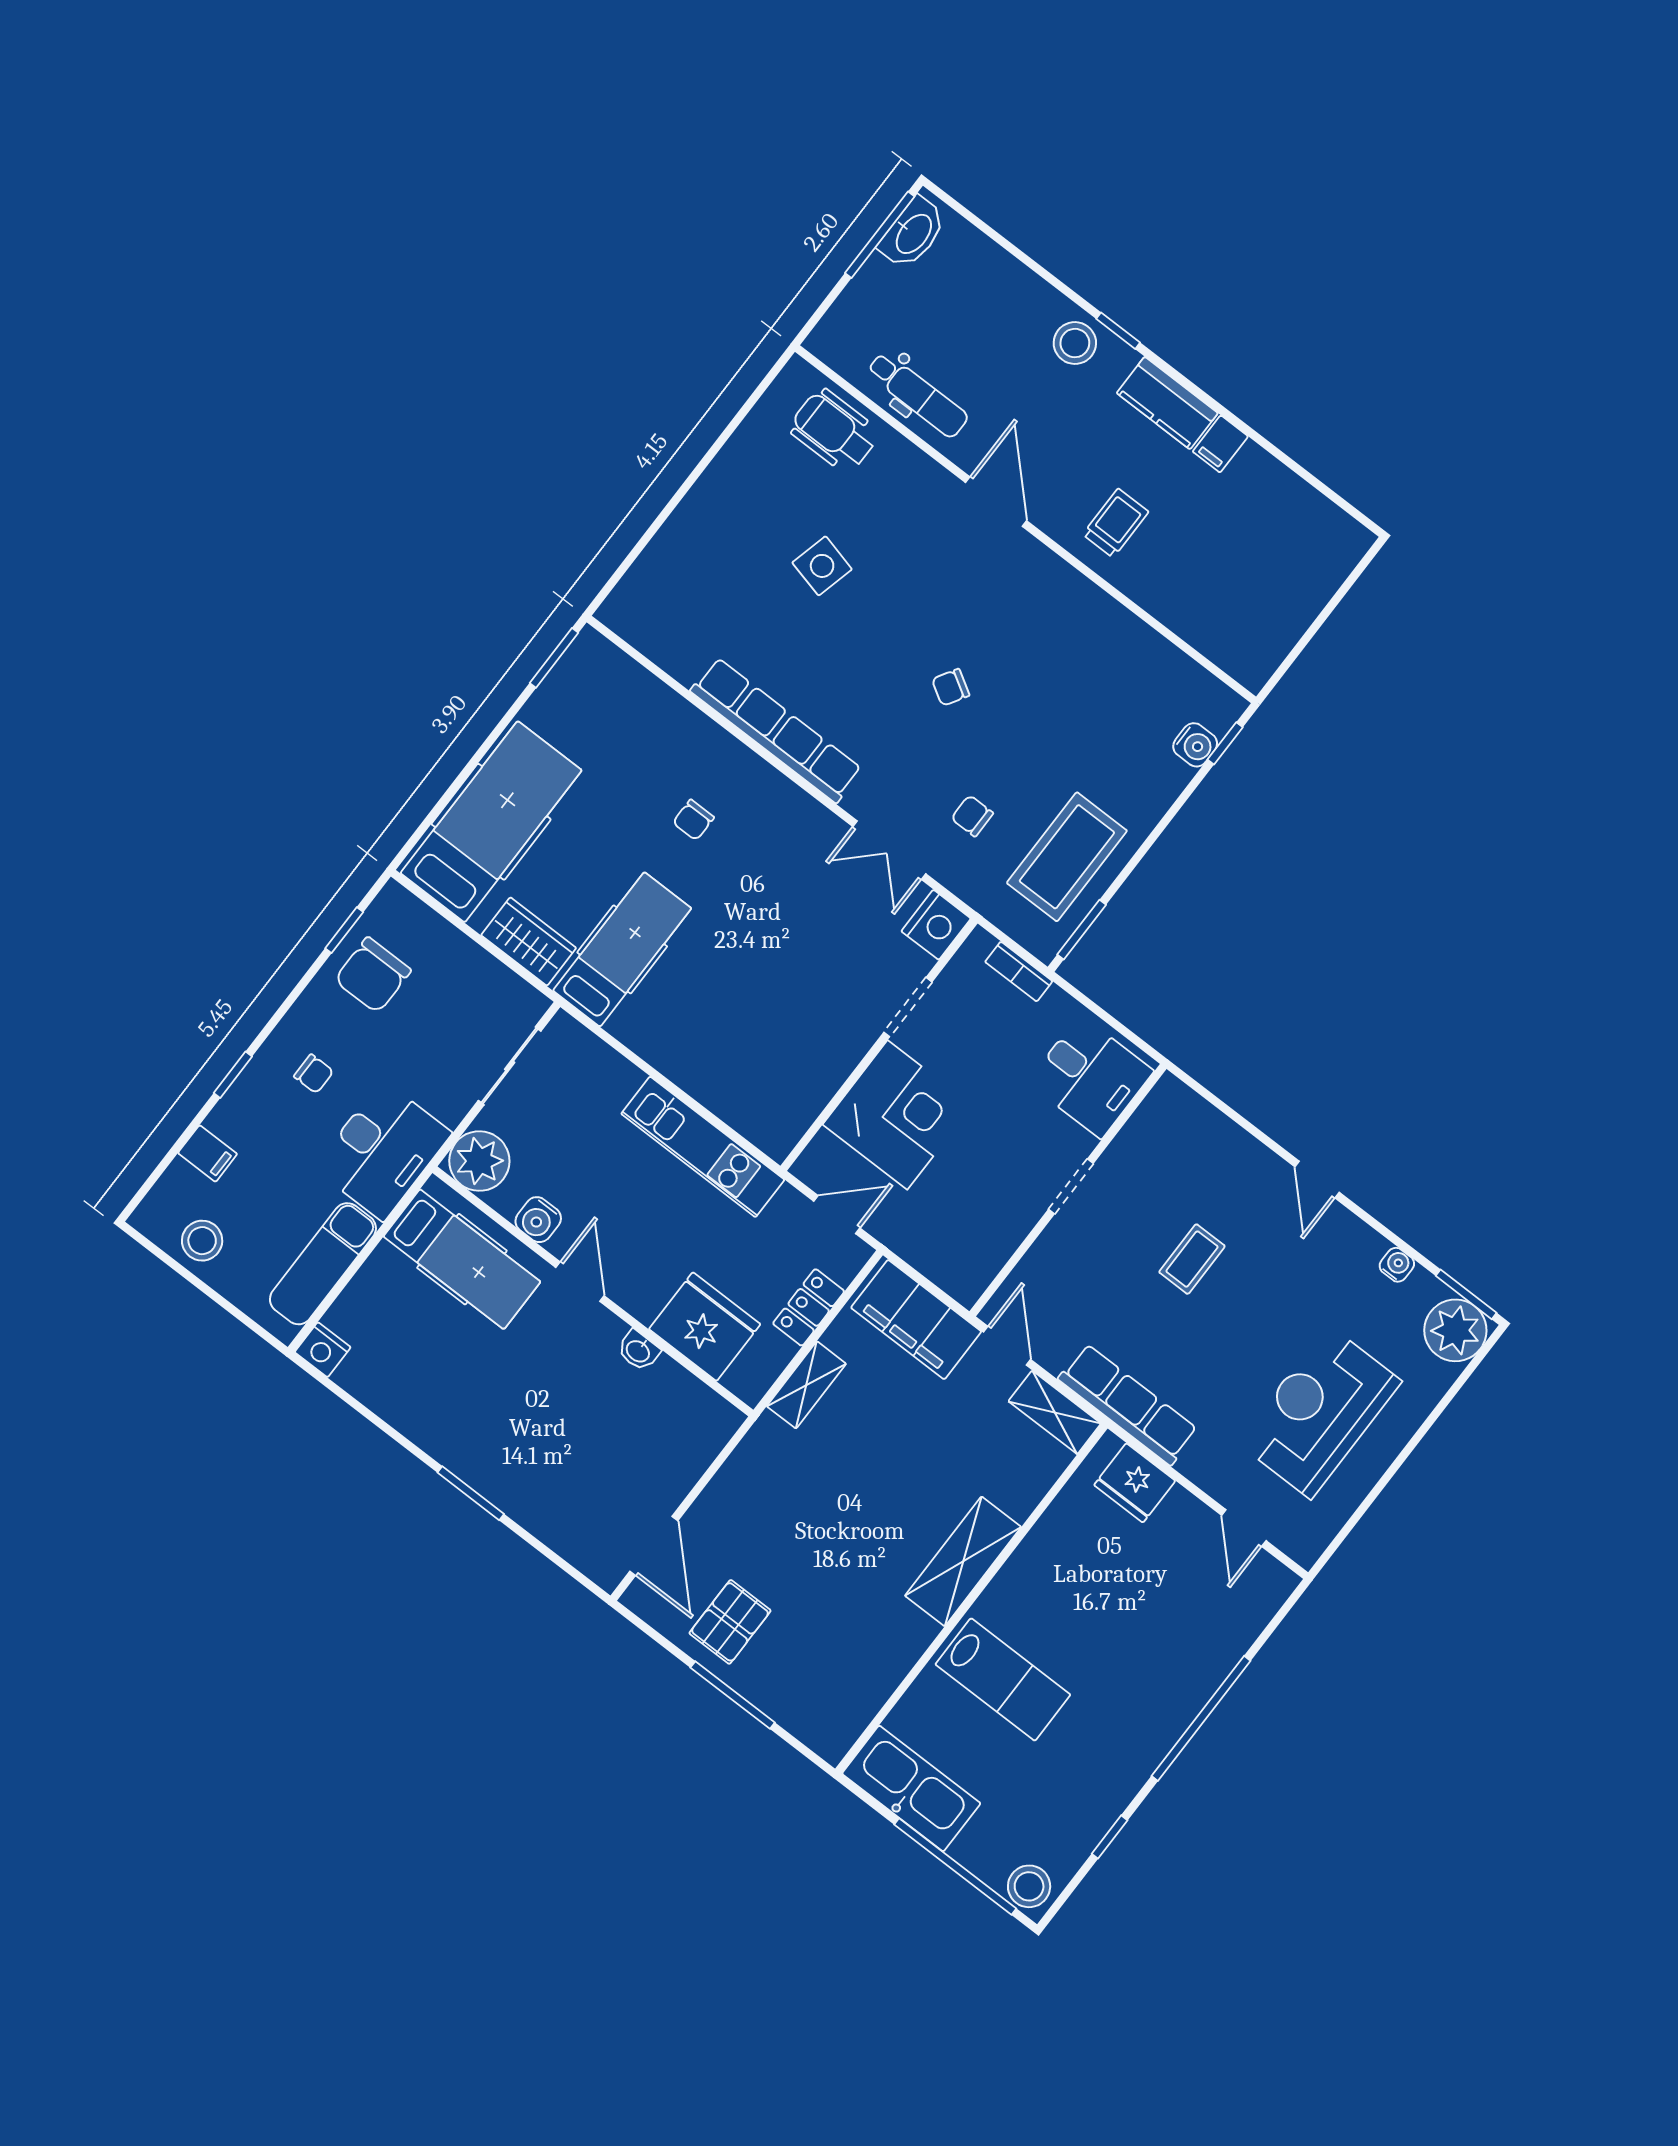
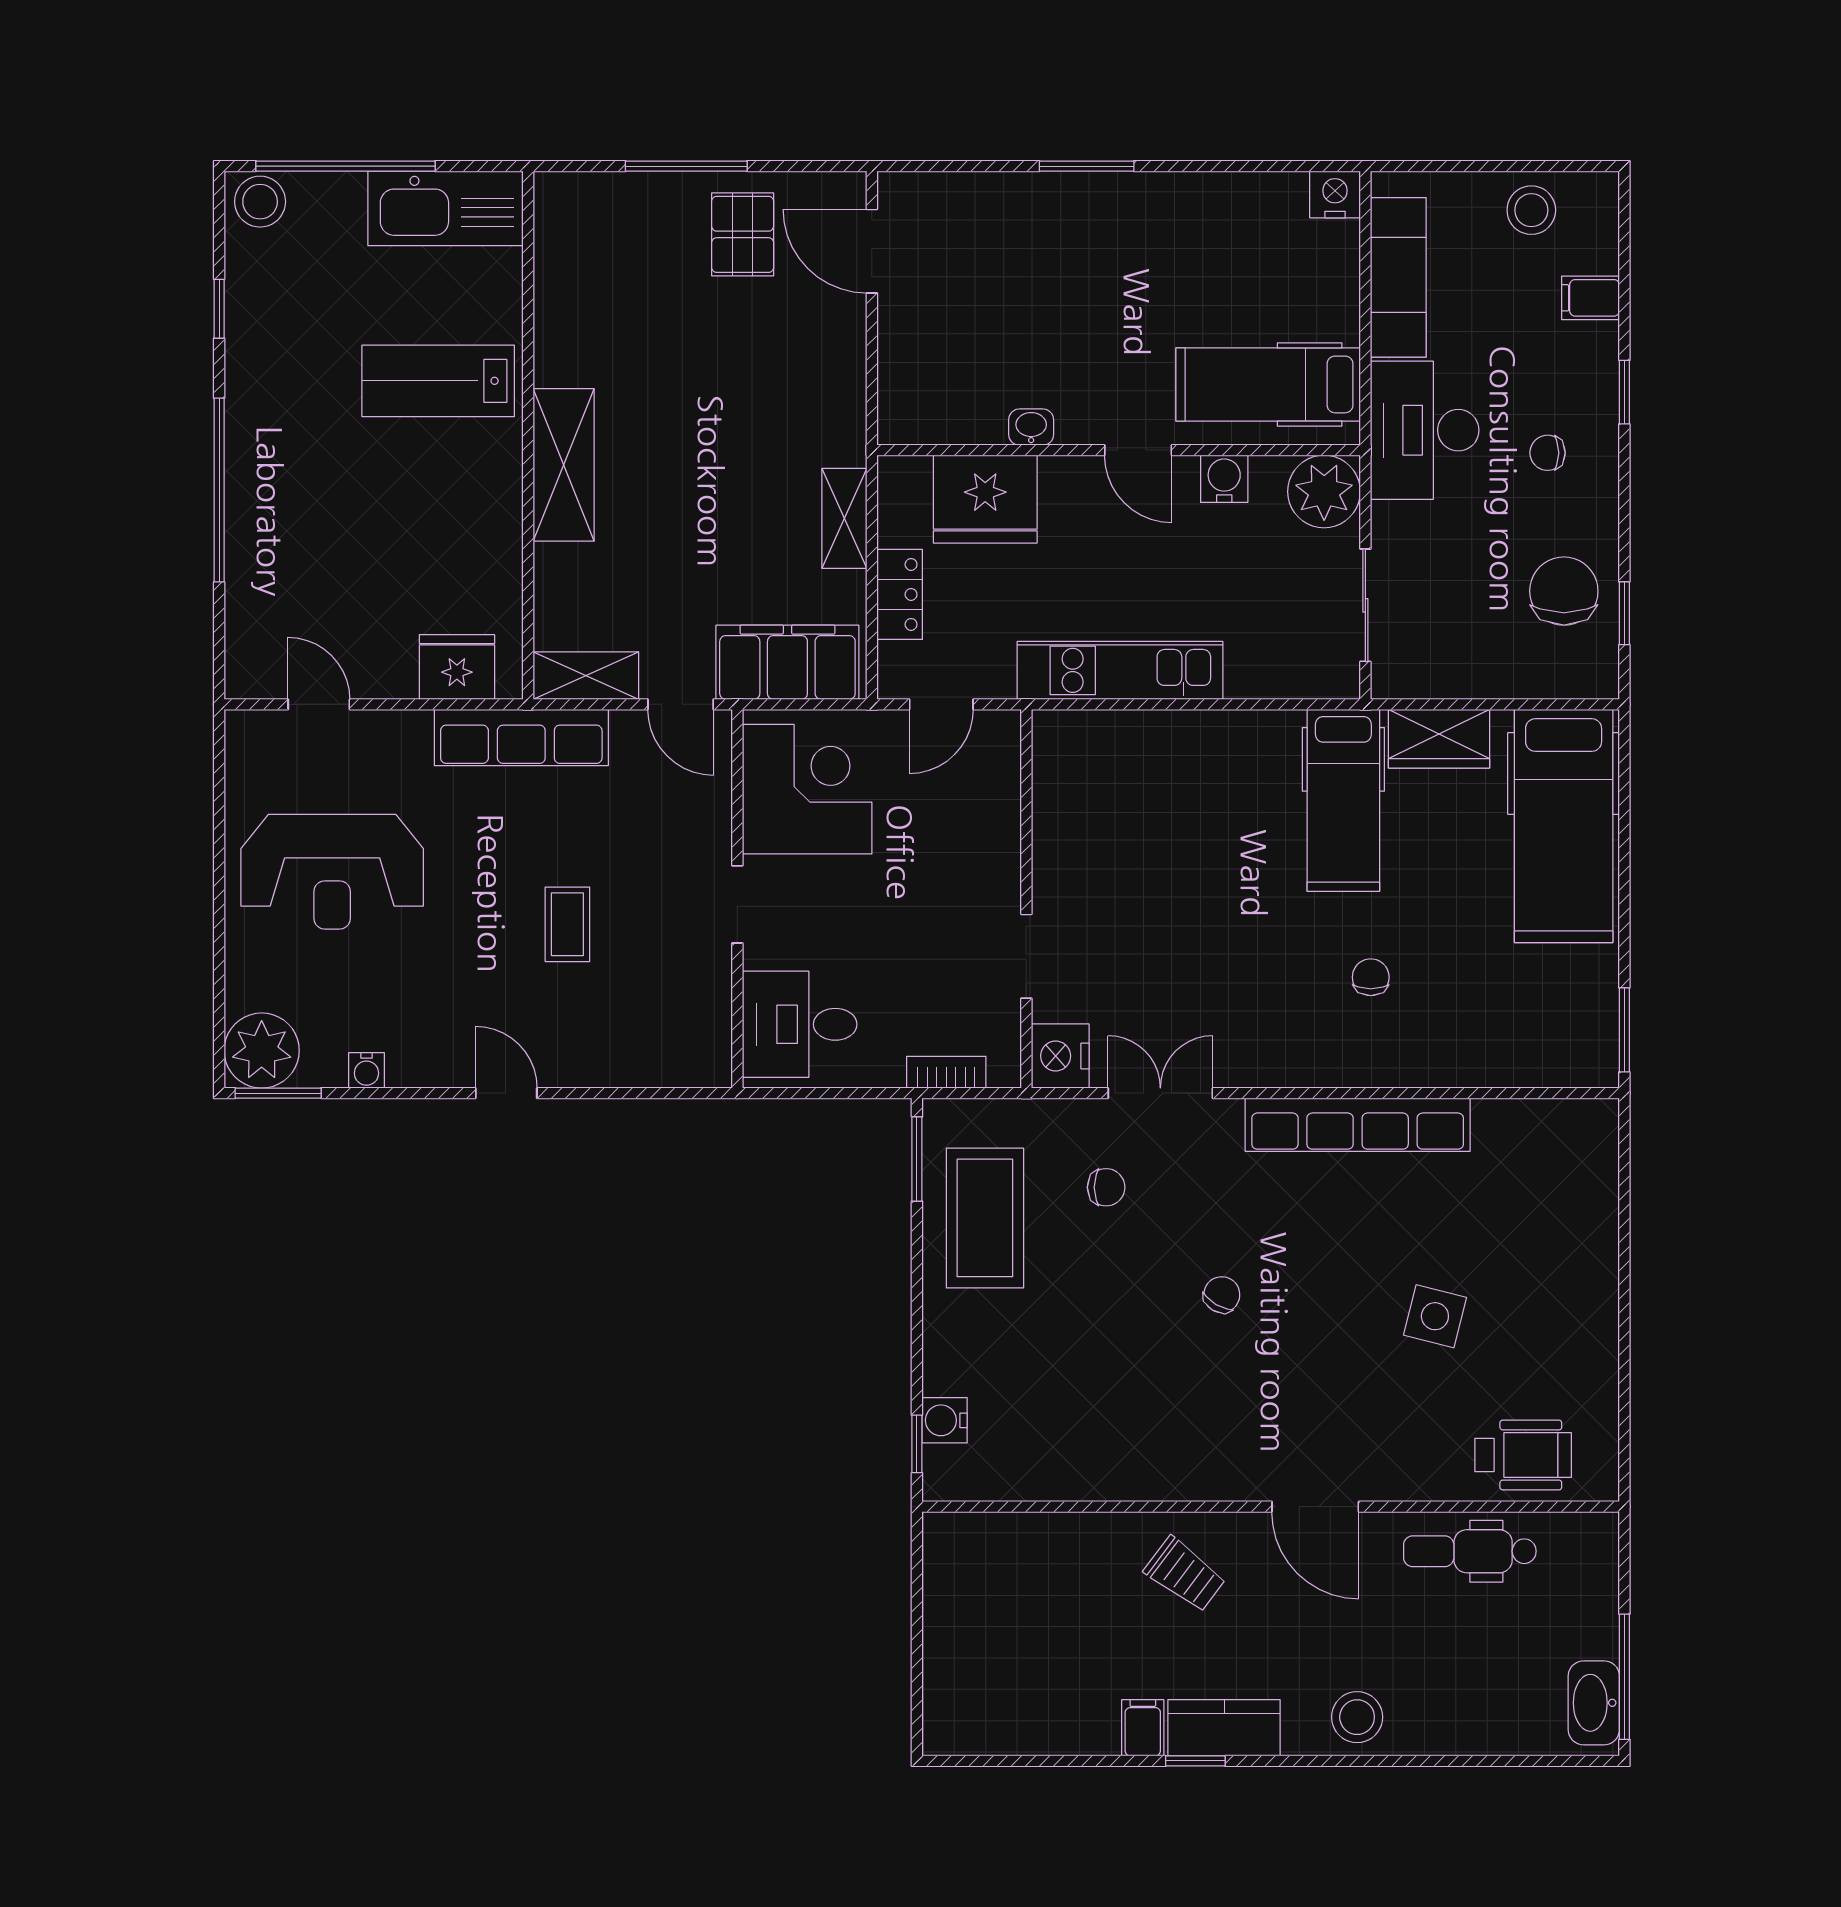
window: (1118, 331) -> (1195, 1761), moved
trolley: (1116, 523) -> (1185, 1574), turned -53
corner desk: (897, 1115) -> (807, 789), moved, turned 180
reception desk: (1319, 1412) -> (332, 872), turned 90

